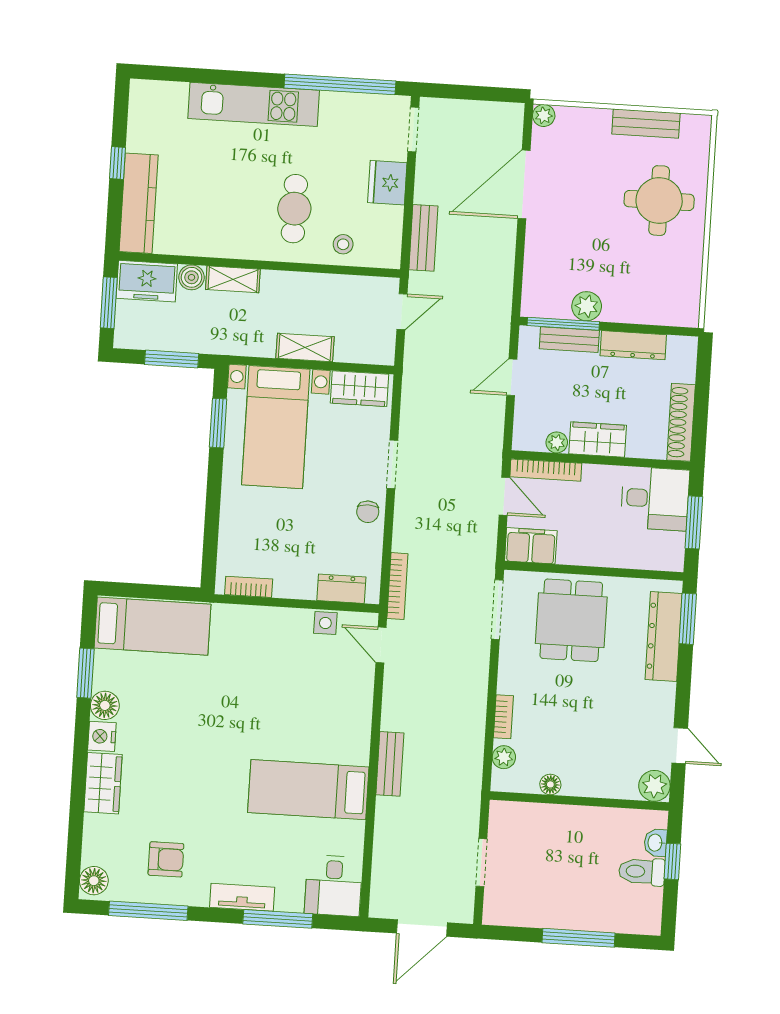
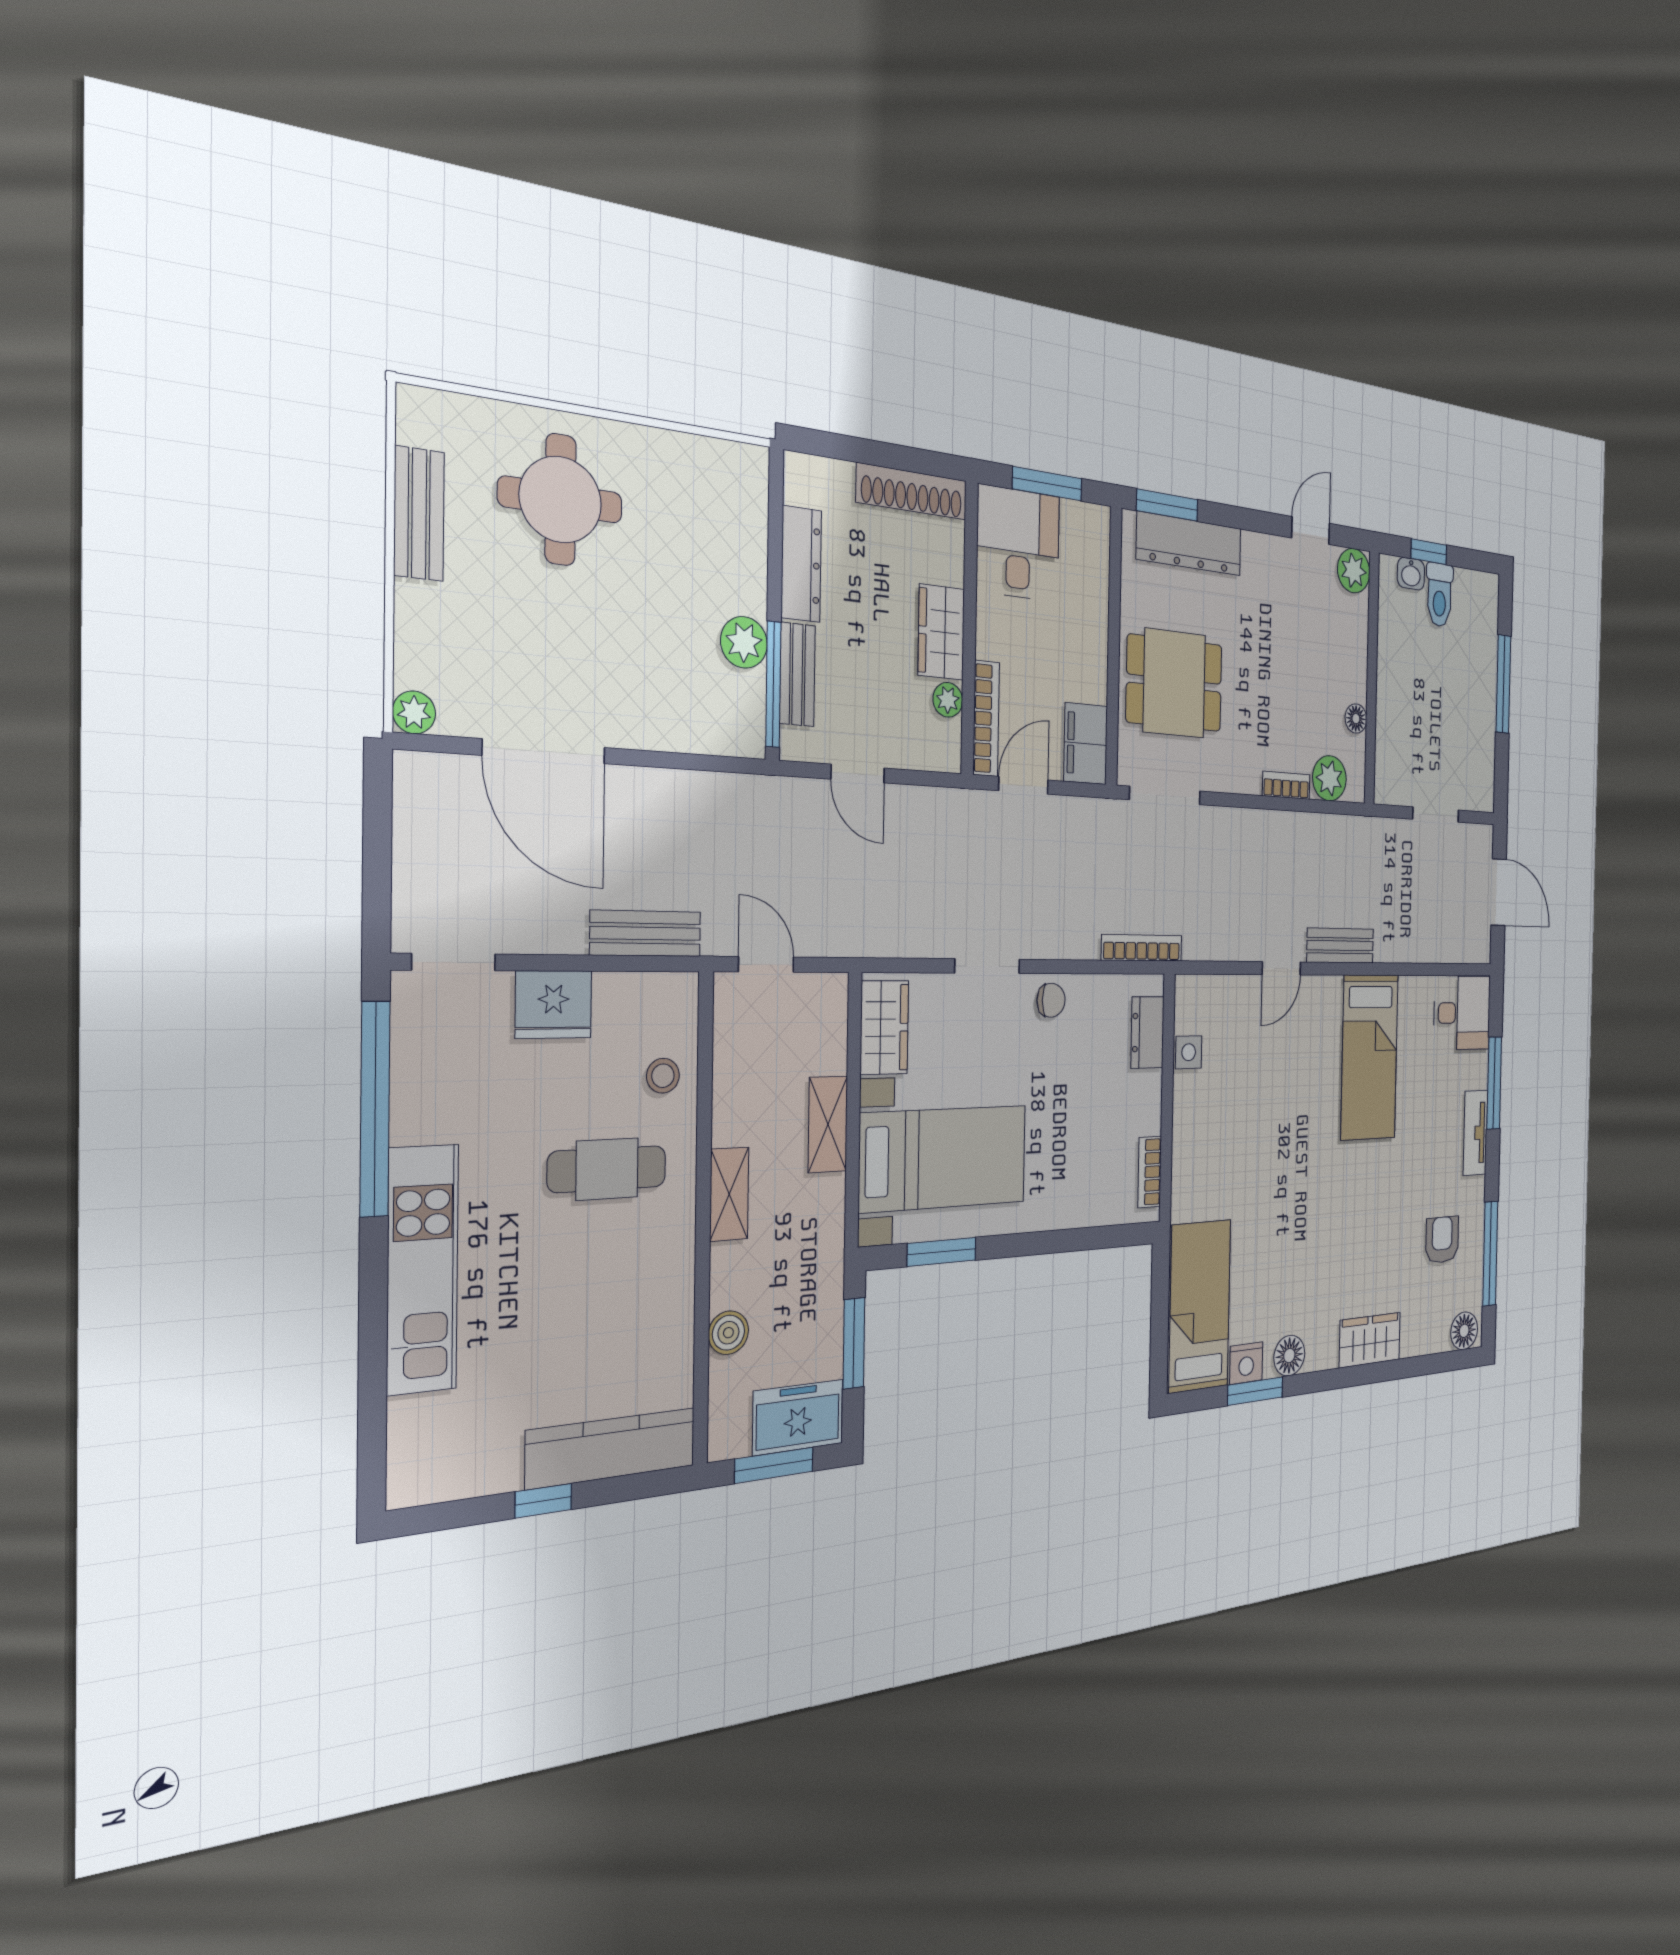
shelving: (233, 279) -> (729, 1194), moved
freezer: (147, 281) -> (798, 1417), moved, turned -90
door: (381, 645) -> (1281, 968), moved
nightstand: (102, 736) -> (1246, 1363), moved
plant: (504, 757) -> (1329, 778), width x1.38, depth x1.38

